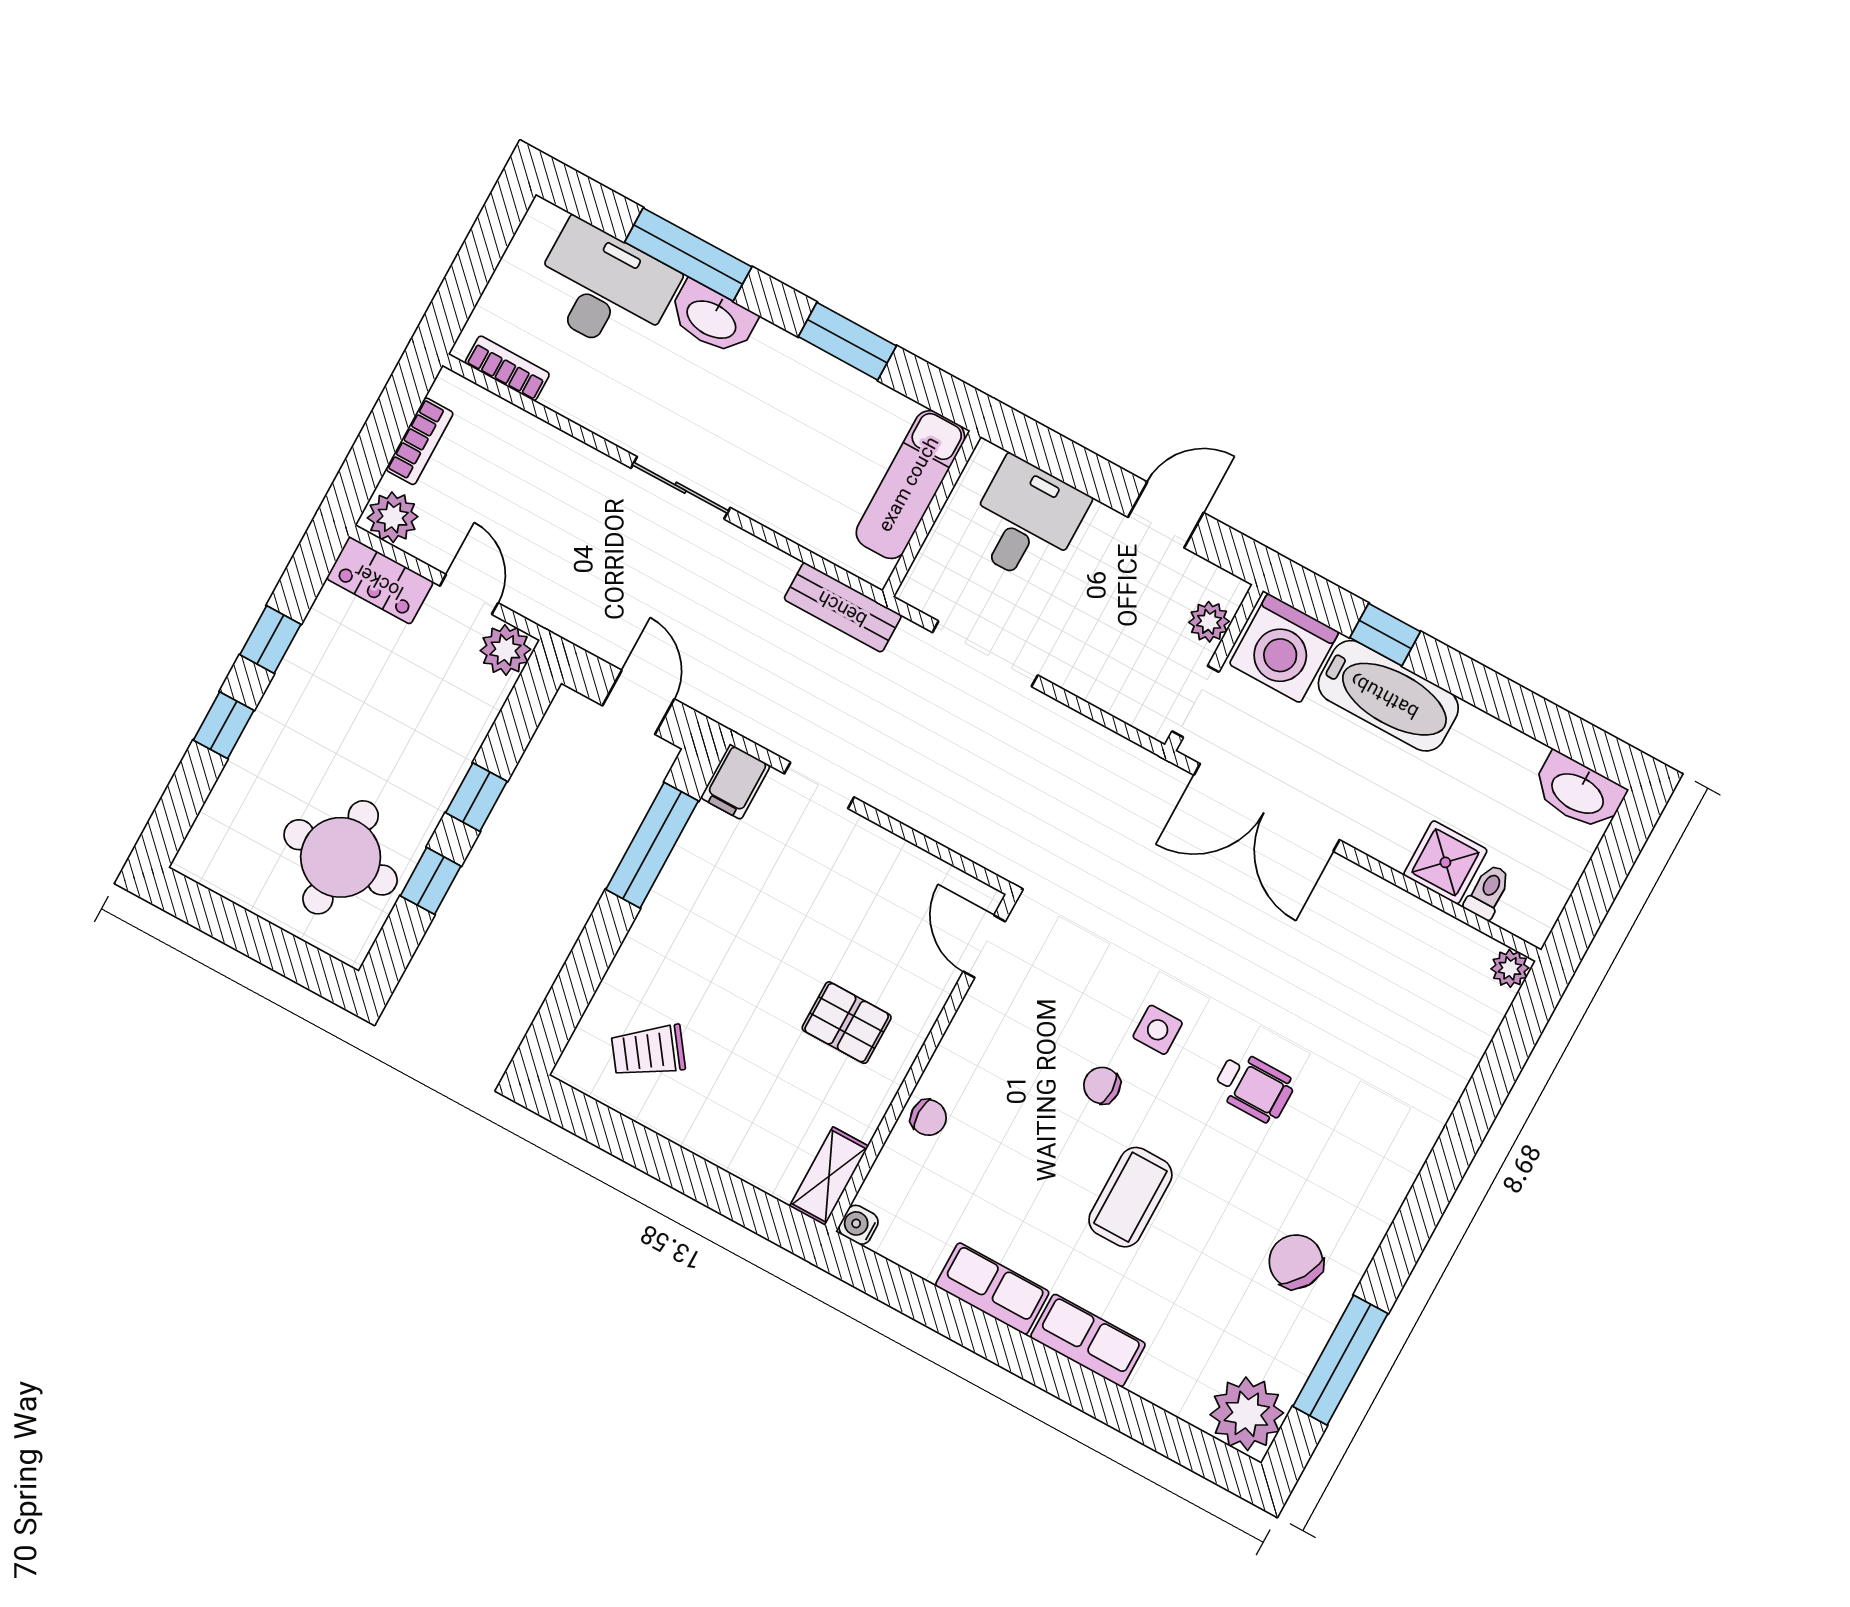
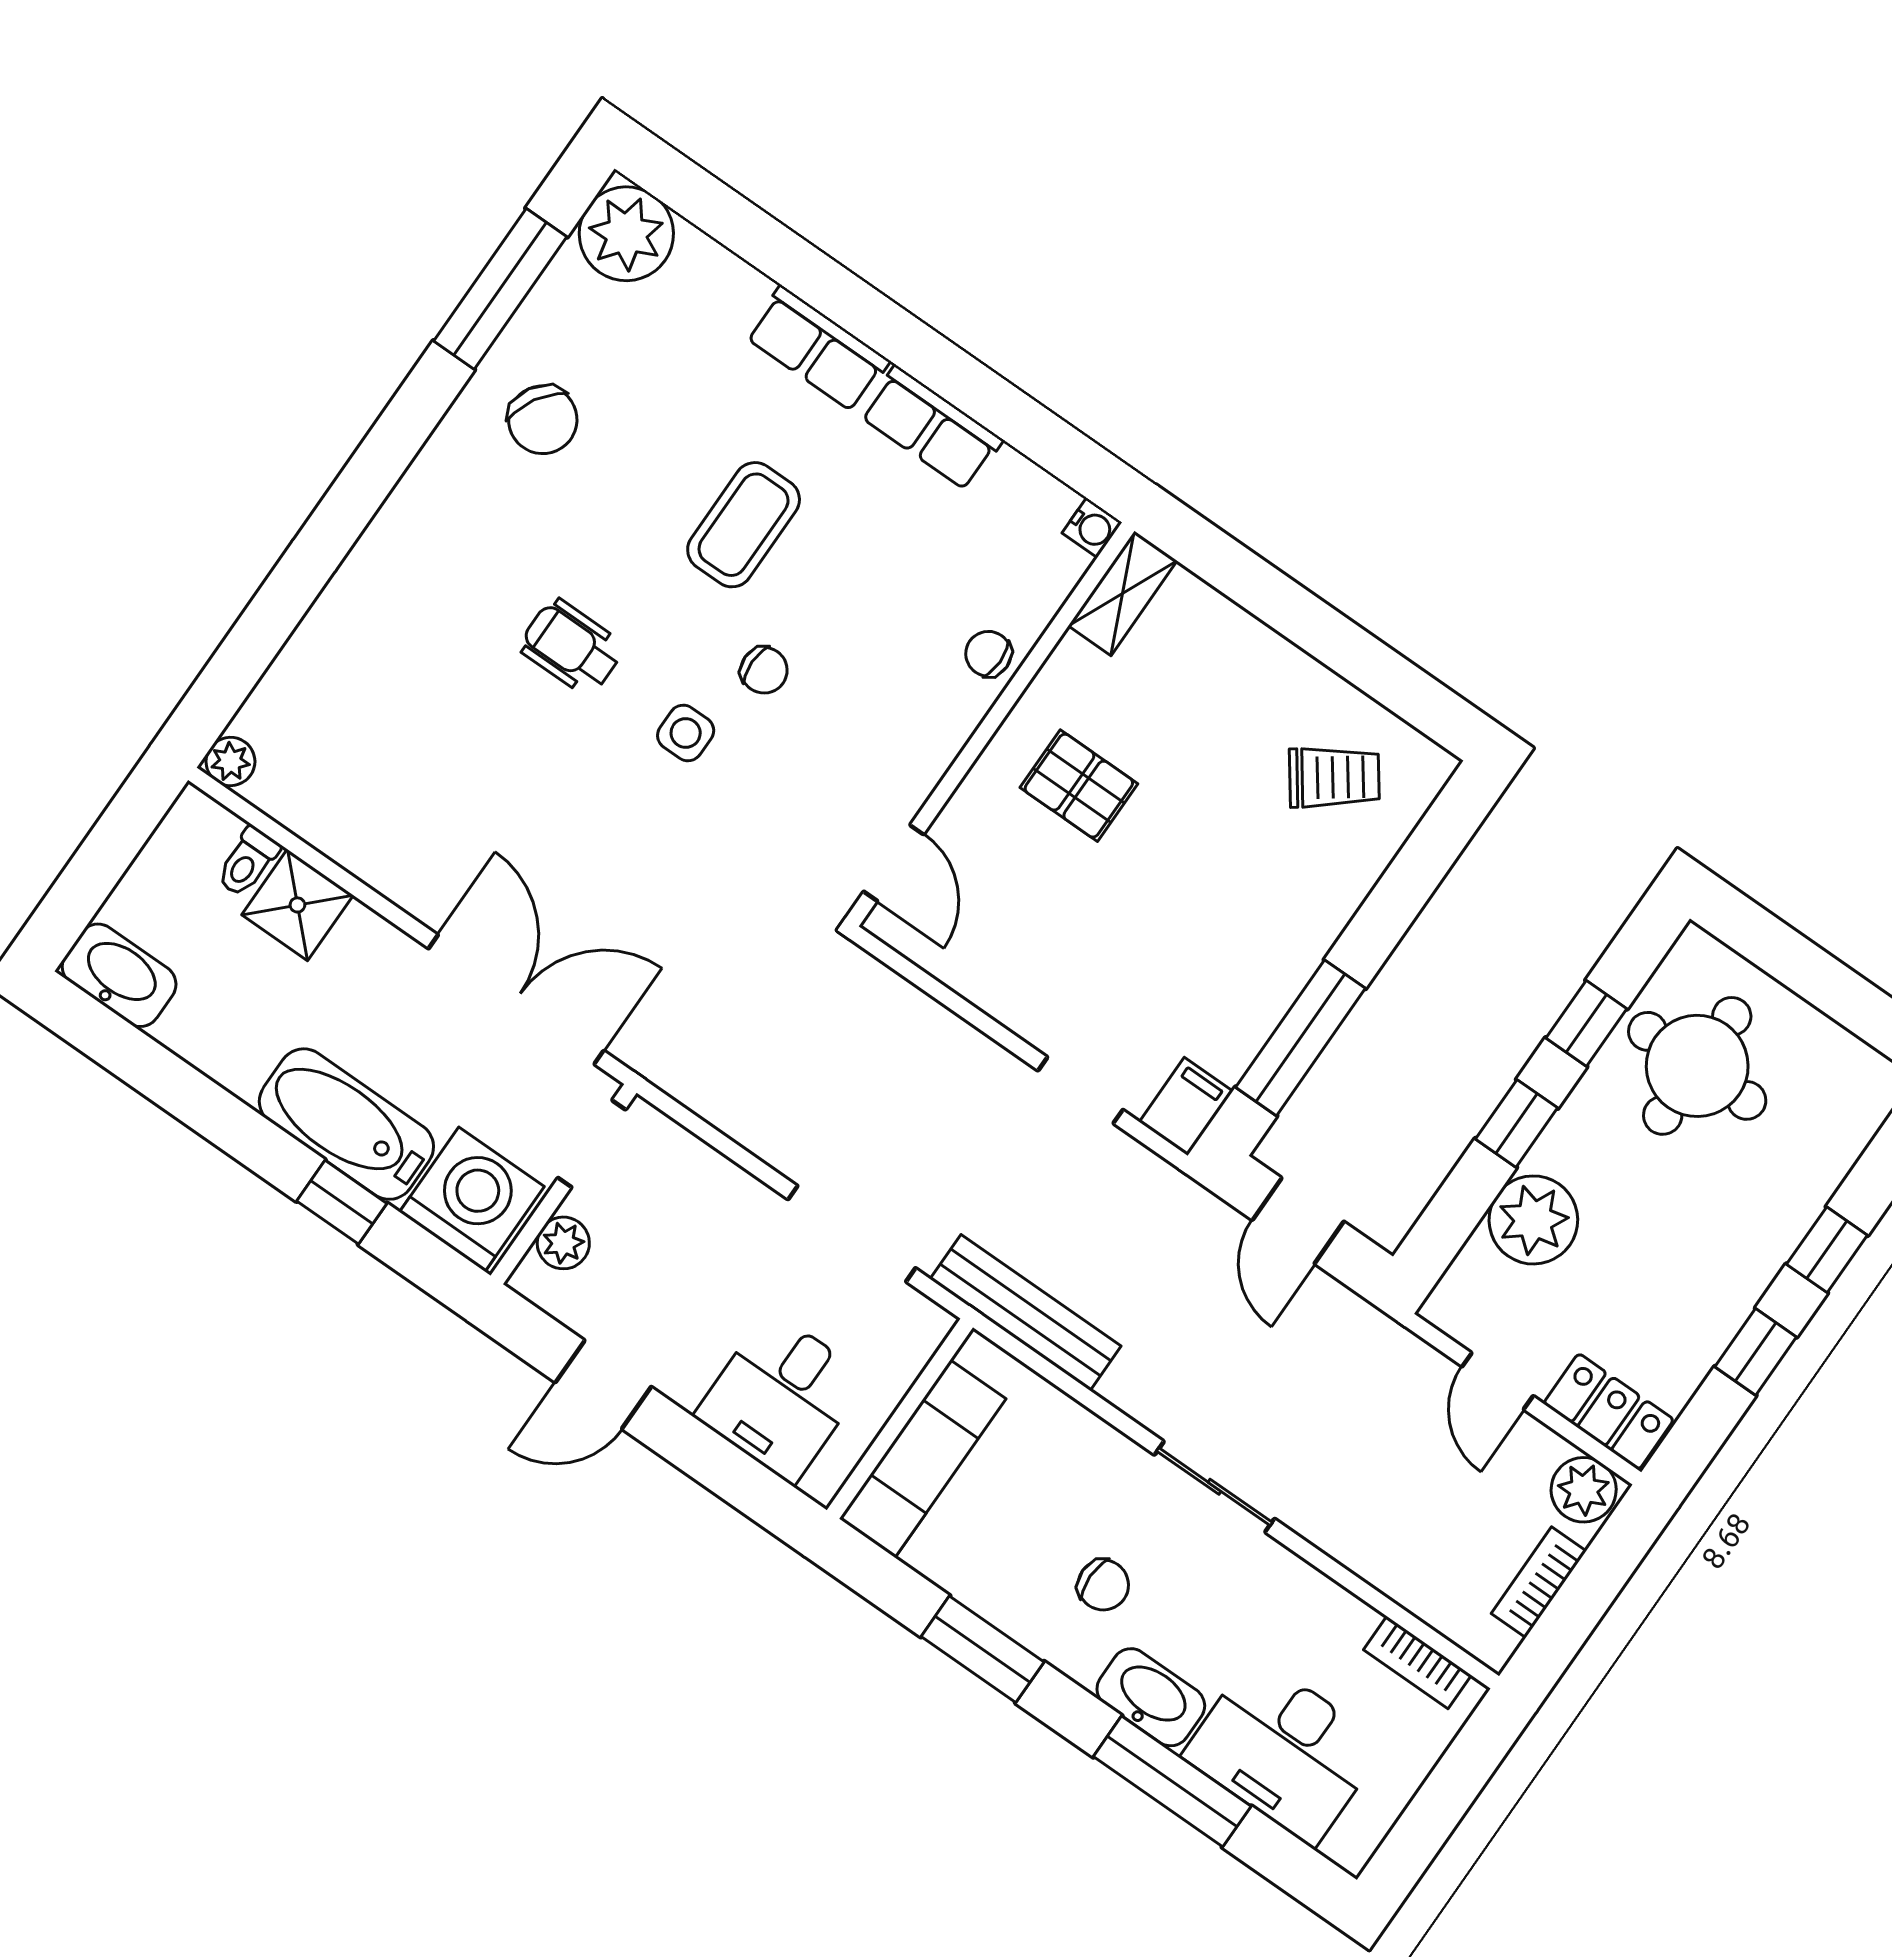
chair: (759, 402) -> (1103, 1585), added
bench: (843, 607) -> (1026, 1313), width x1.36
plant: (505, 650) -> (1533, 1220), moved, width x1.36, depth x1.36

